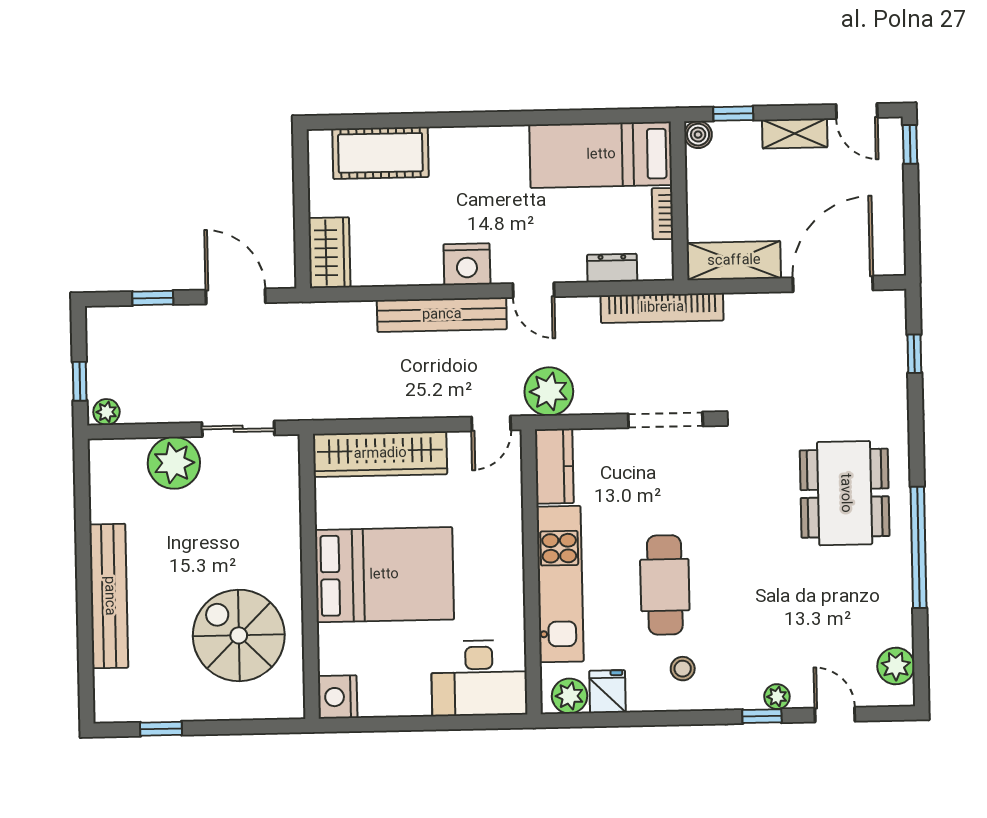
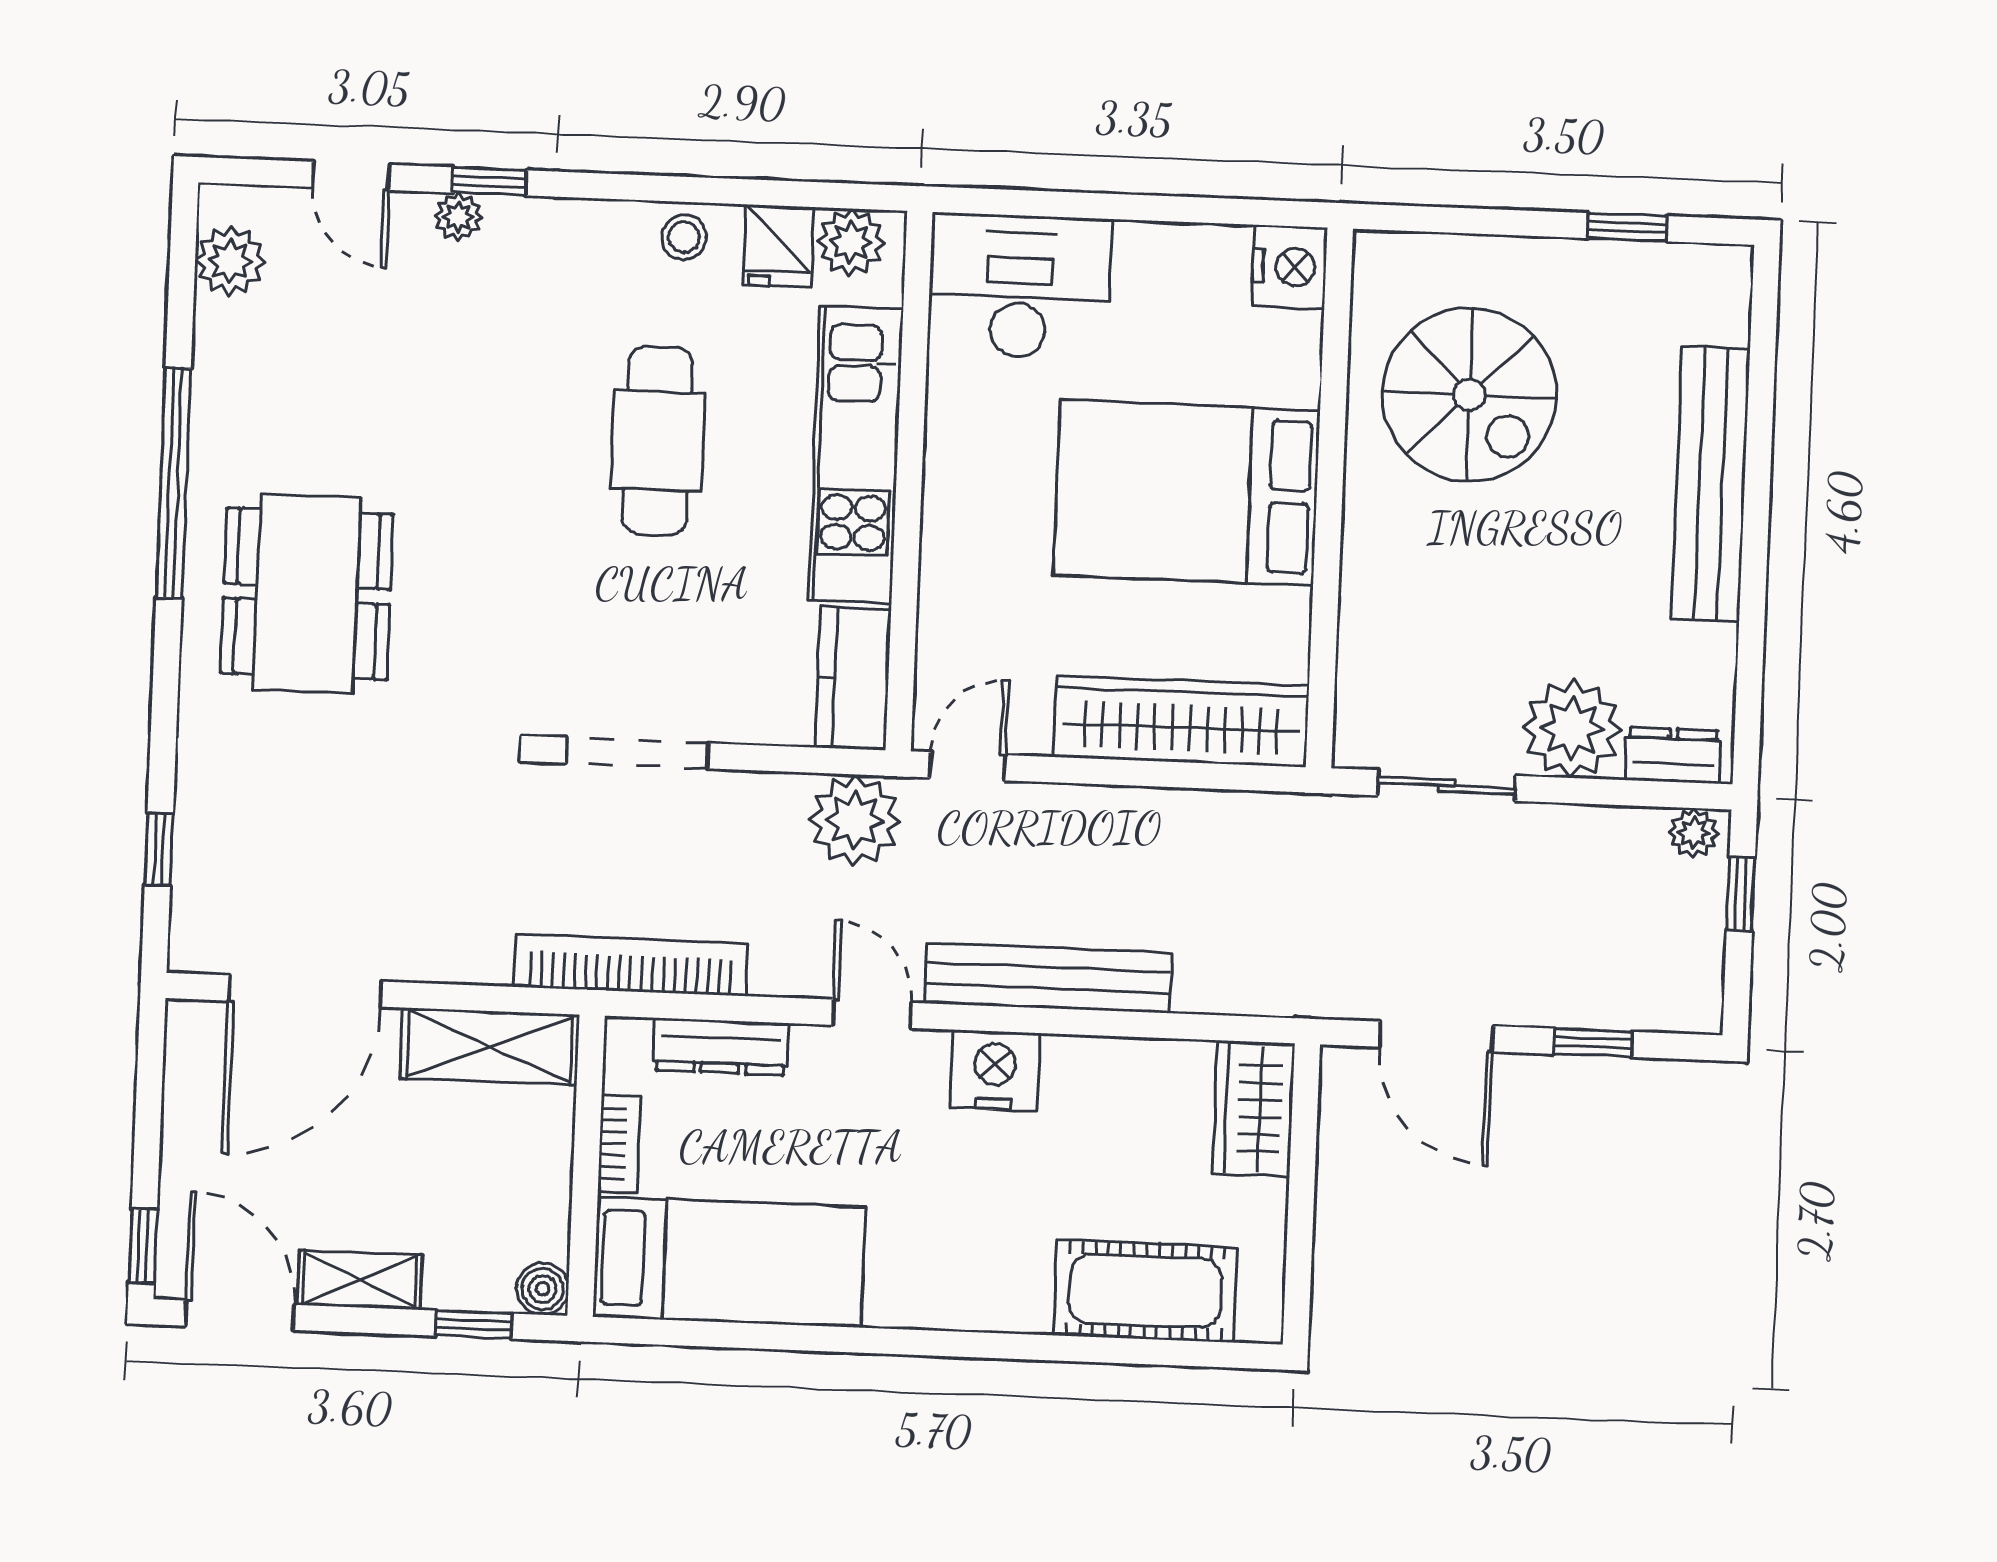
door: (857, 111) -> (240, 1315), width x1.38
dresser: (612, 268) -> (721, 1047), width x1.44
dresser: (120, 452) -> (1673, 755), added
stool: (683, 669) -> (684, 237), moved

